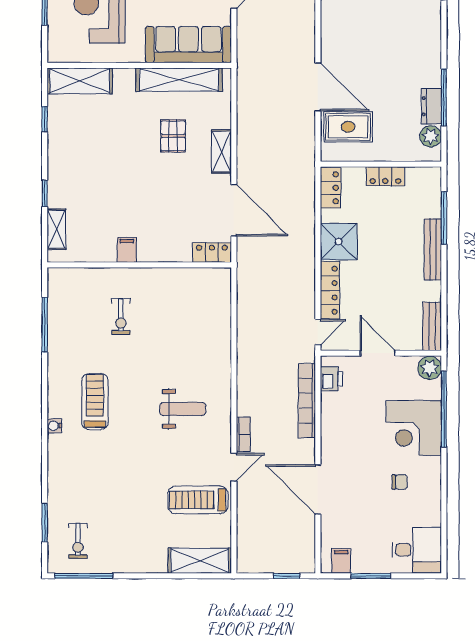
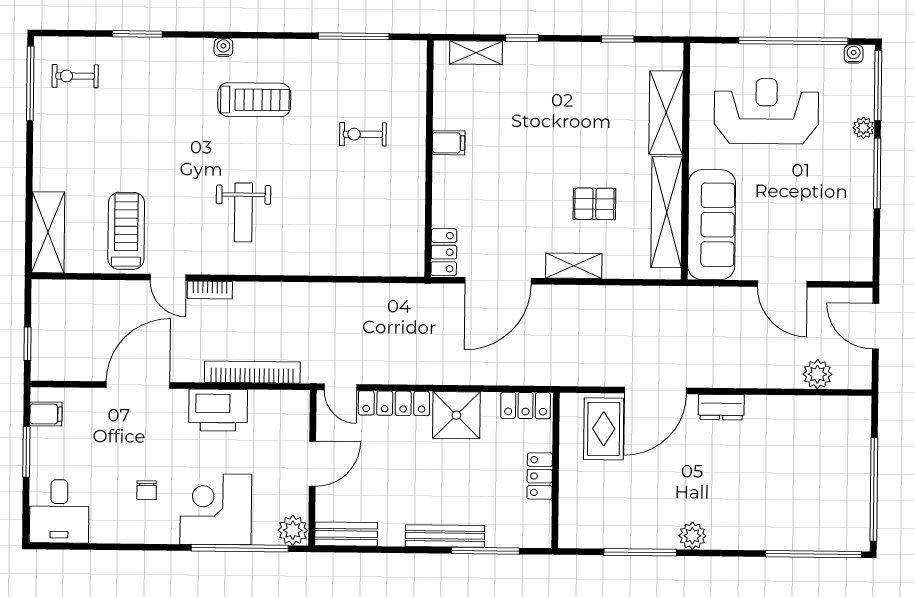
shelving: (80, 81) -> (666, 113), moved
dresser: (431, 106) -> (721, 407), moved, turned 180
plant: (431, 136) -> (692, 536), moved
printer: (331, 379) -> (218, 410), moved, width x1.87, depth x1.48
window: (45, 522) -> (137, 34), moved

